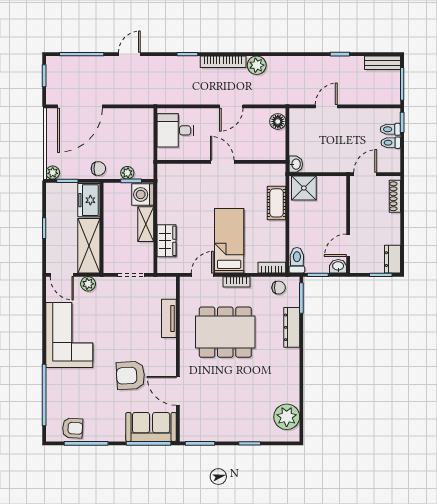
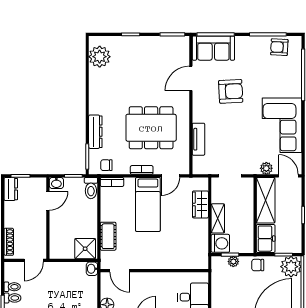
door: (222, 162) -> (120, 271), moved
plant: (53, 173) -> (291, 267), width x1.87, depth x1.87
door: (178, 391) -> (191, 78), swing flipped

